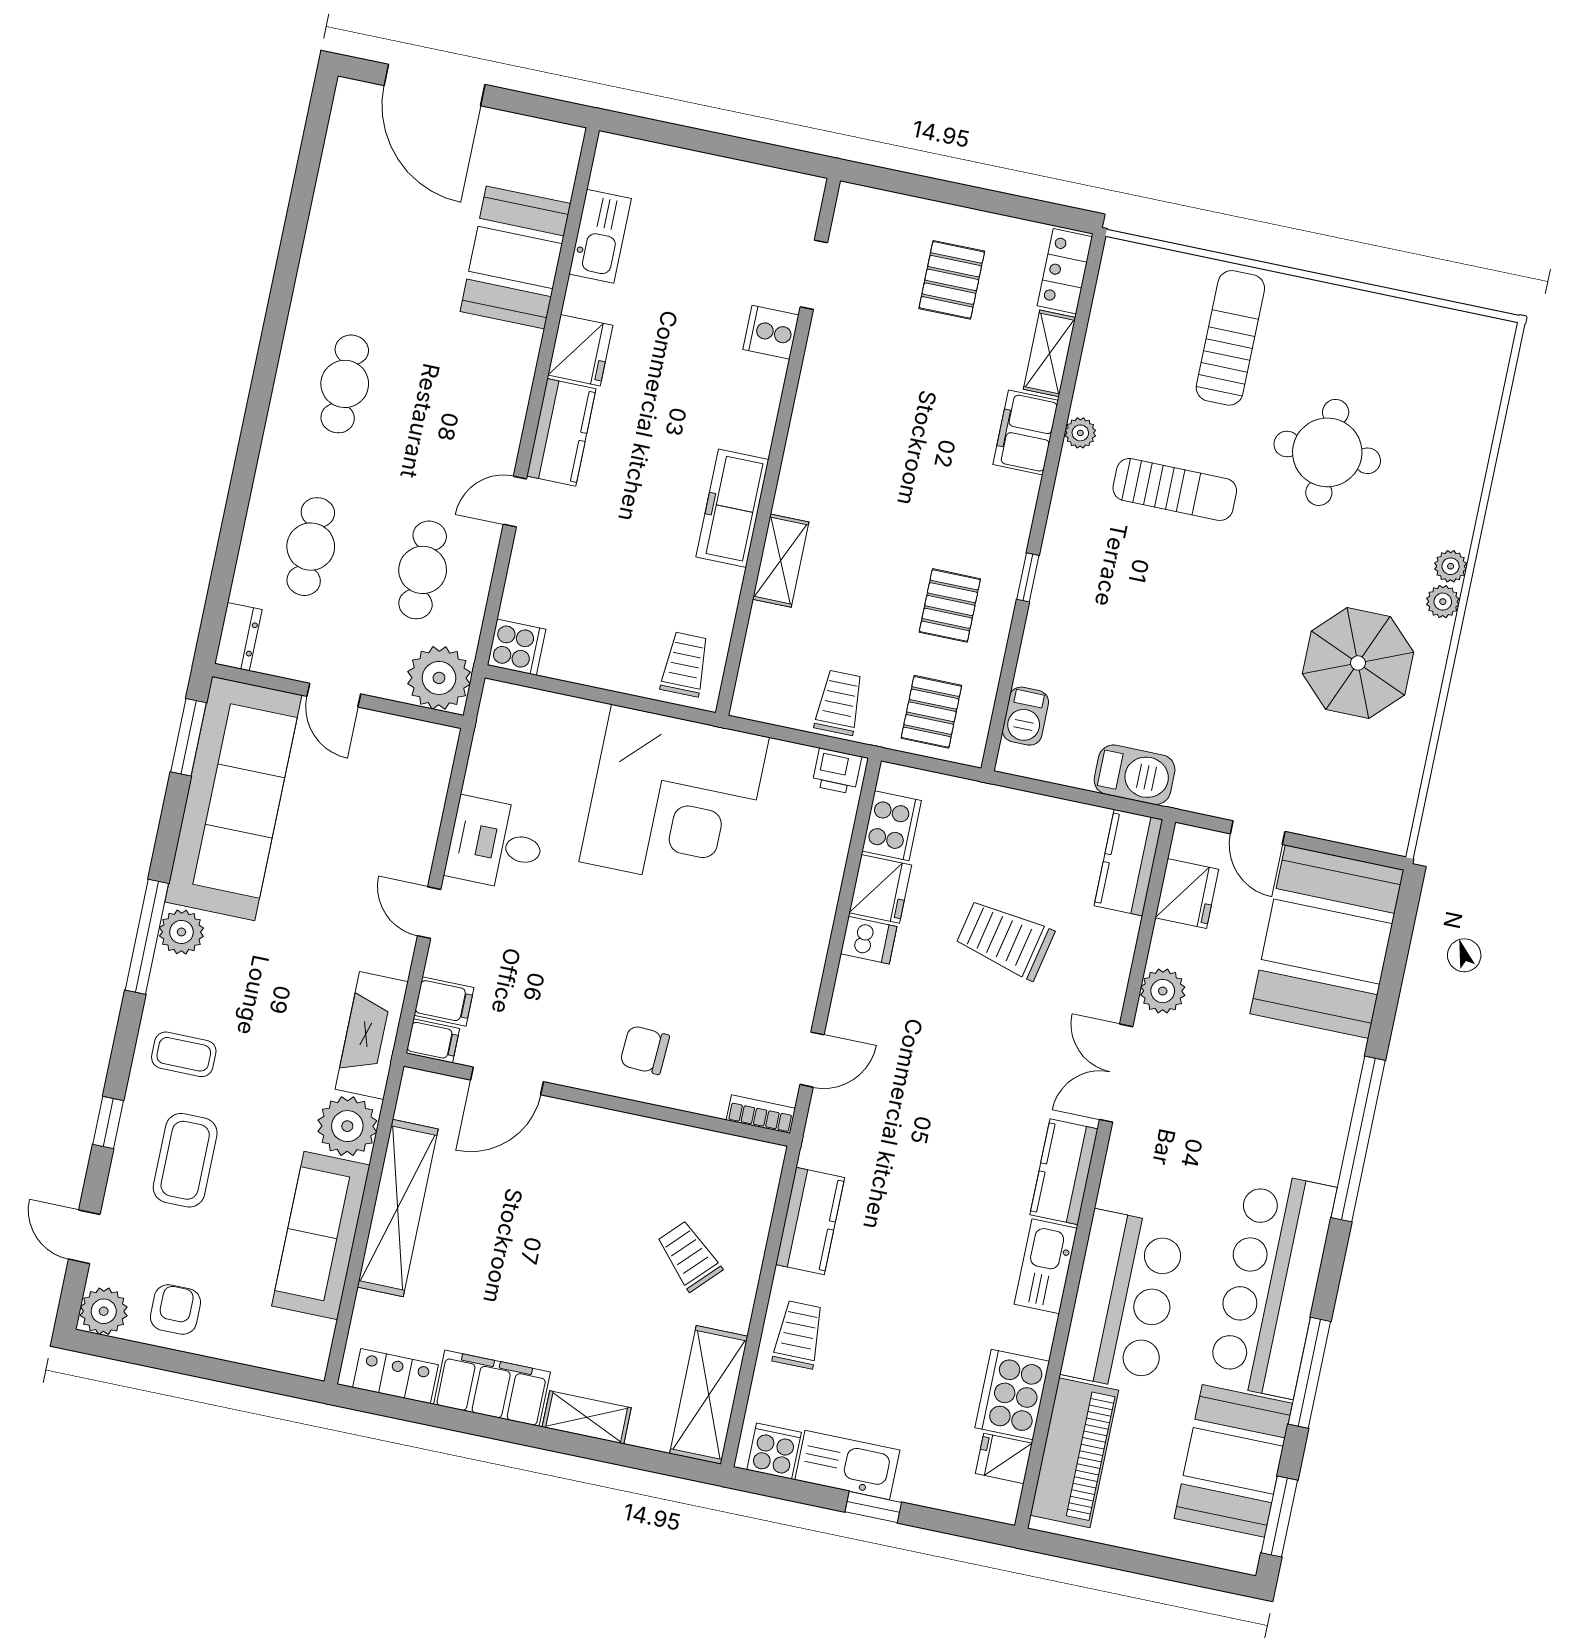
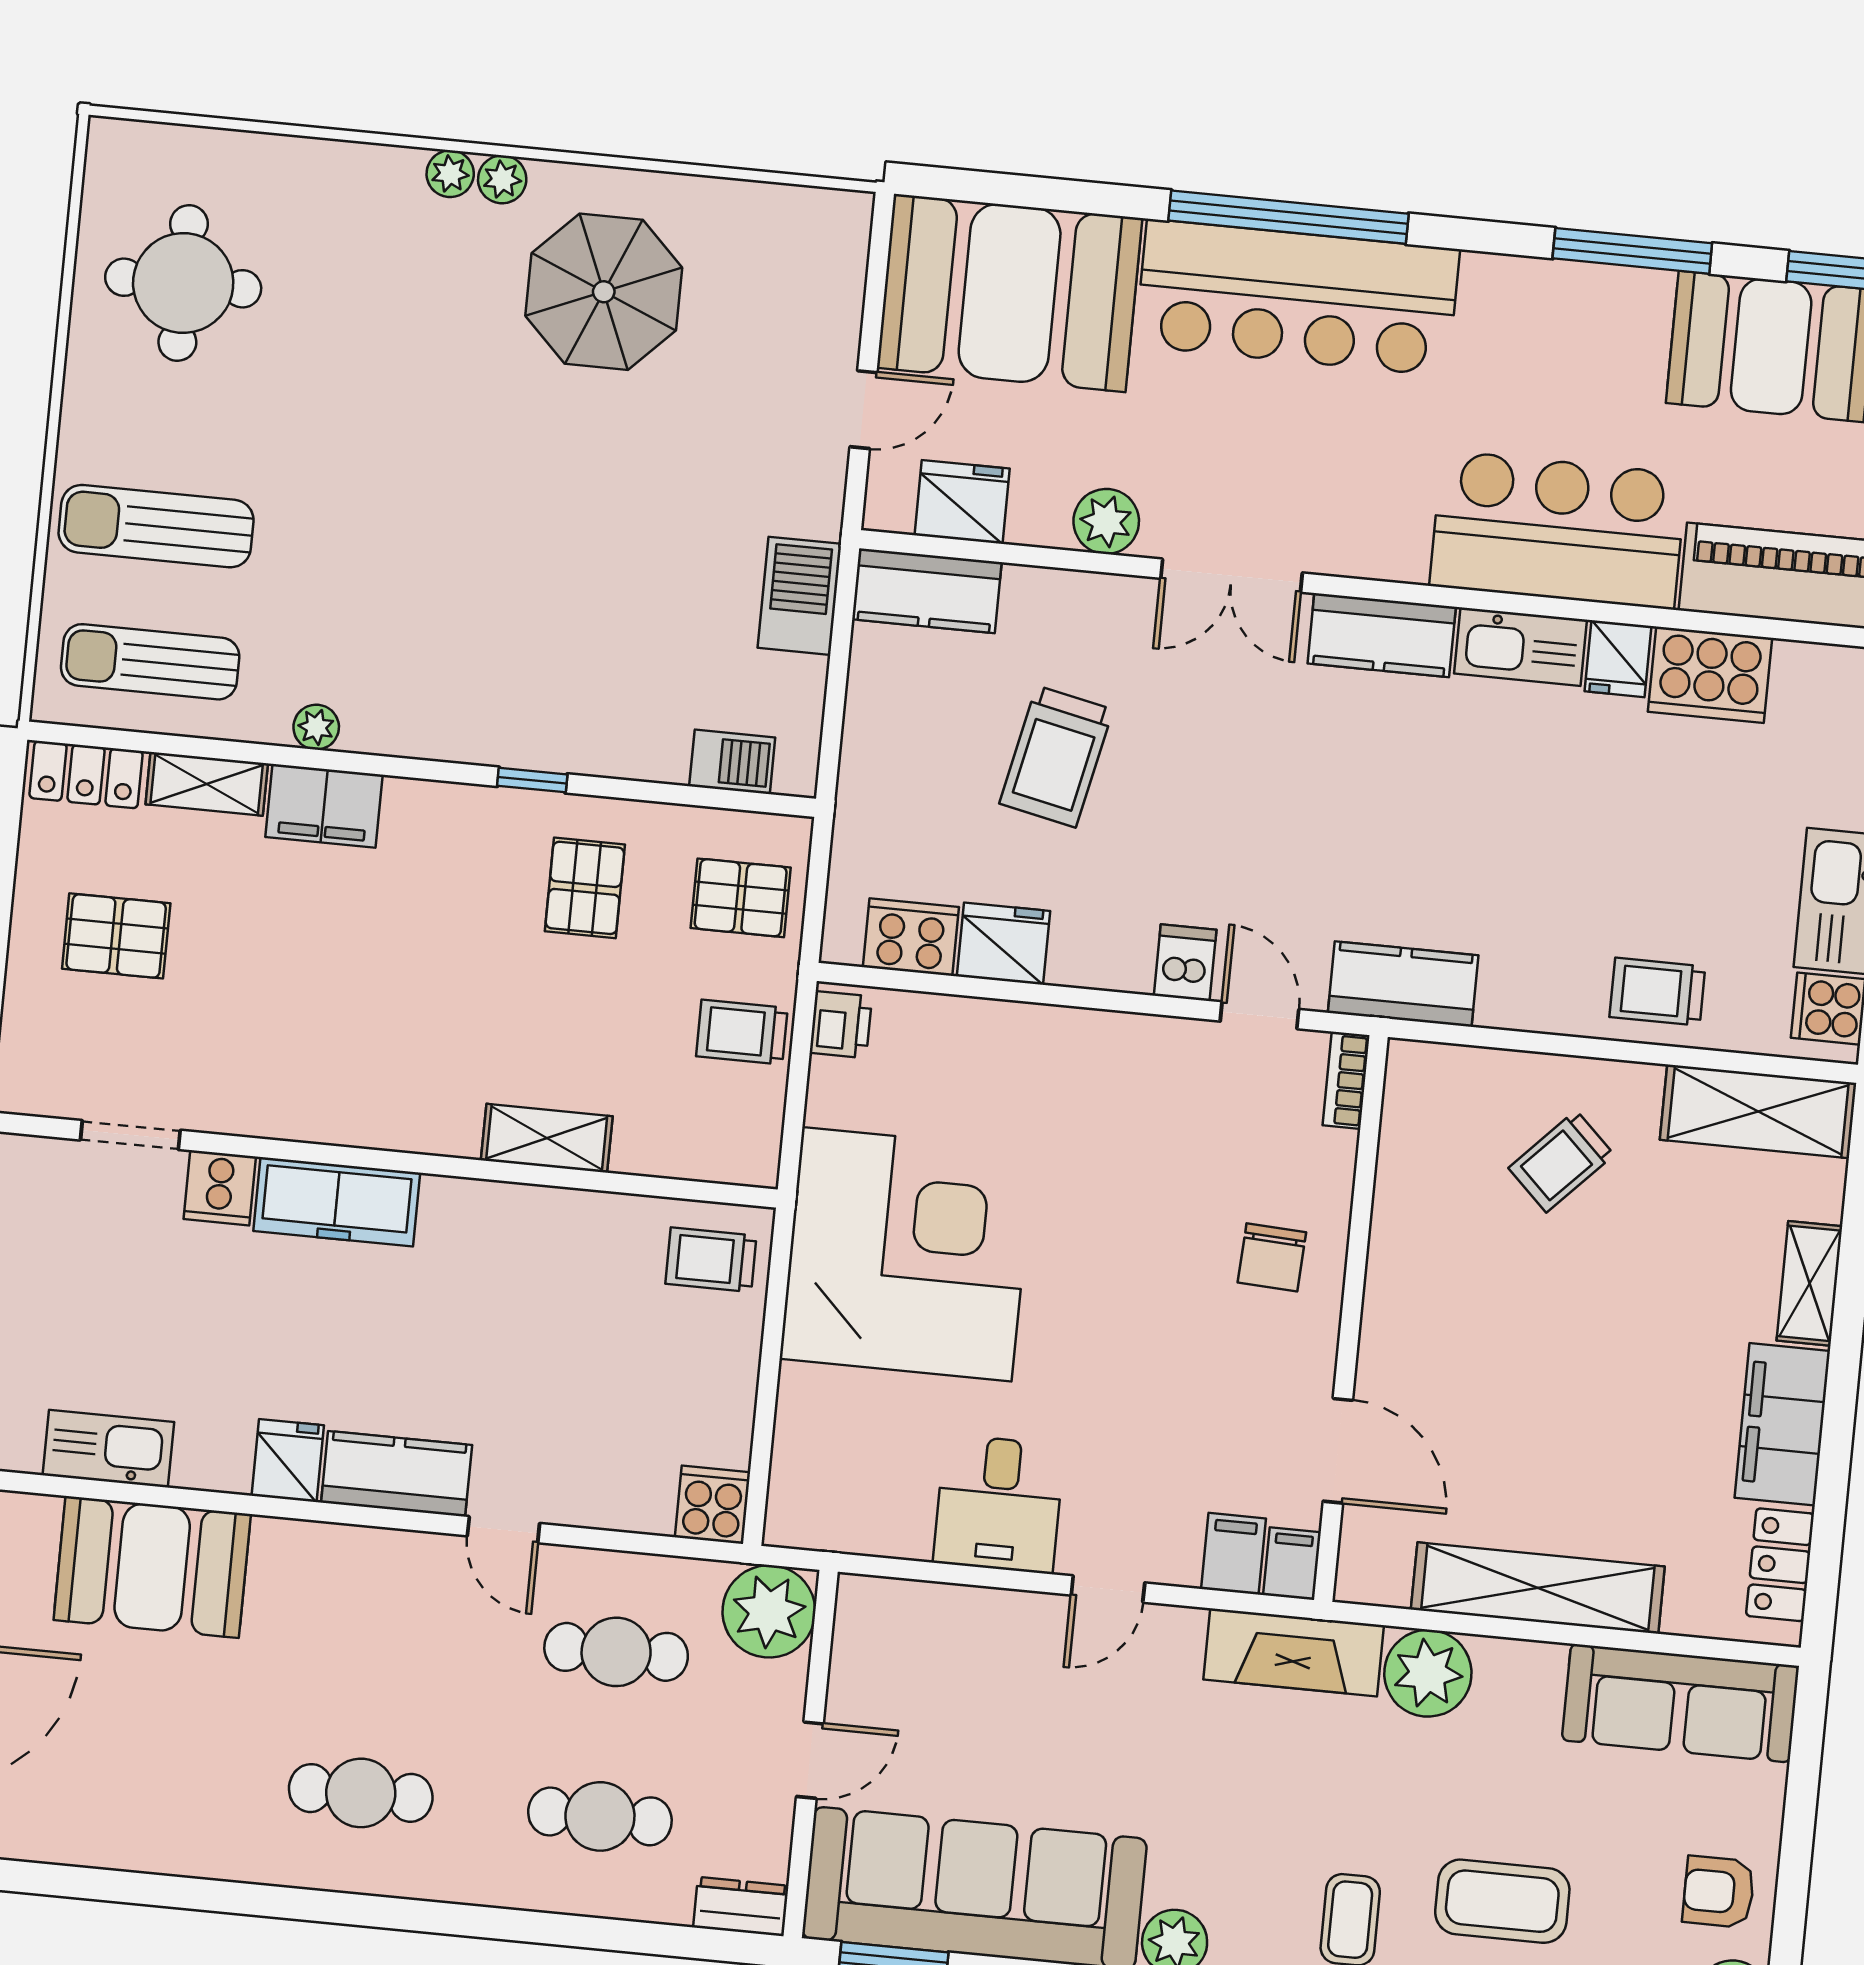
fridge: (580, 350) -> (288, 1461), width x0.72
round table: (1327, 452) -> (183, 283), moved
sun lounger: (1175, 489) -> (150, 662), moved, turned -90
freezer: (732, 508) -> (337, 1202), moved
pallet: (950, 605) -> (585, 888), turned 90
dishwasher: (869, 940) -> (1185, 963), moved
kitchen counter: (810, 1221) -> (1403, 984), moved
sofa: (321, 1236) -> (1680, 1703), moved
bar counter: (1272, 1285) -> (1297, 297), moved
fridge: (1004, 1458) -> (1618, 659), moved

